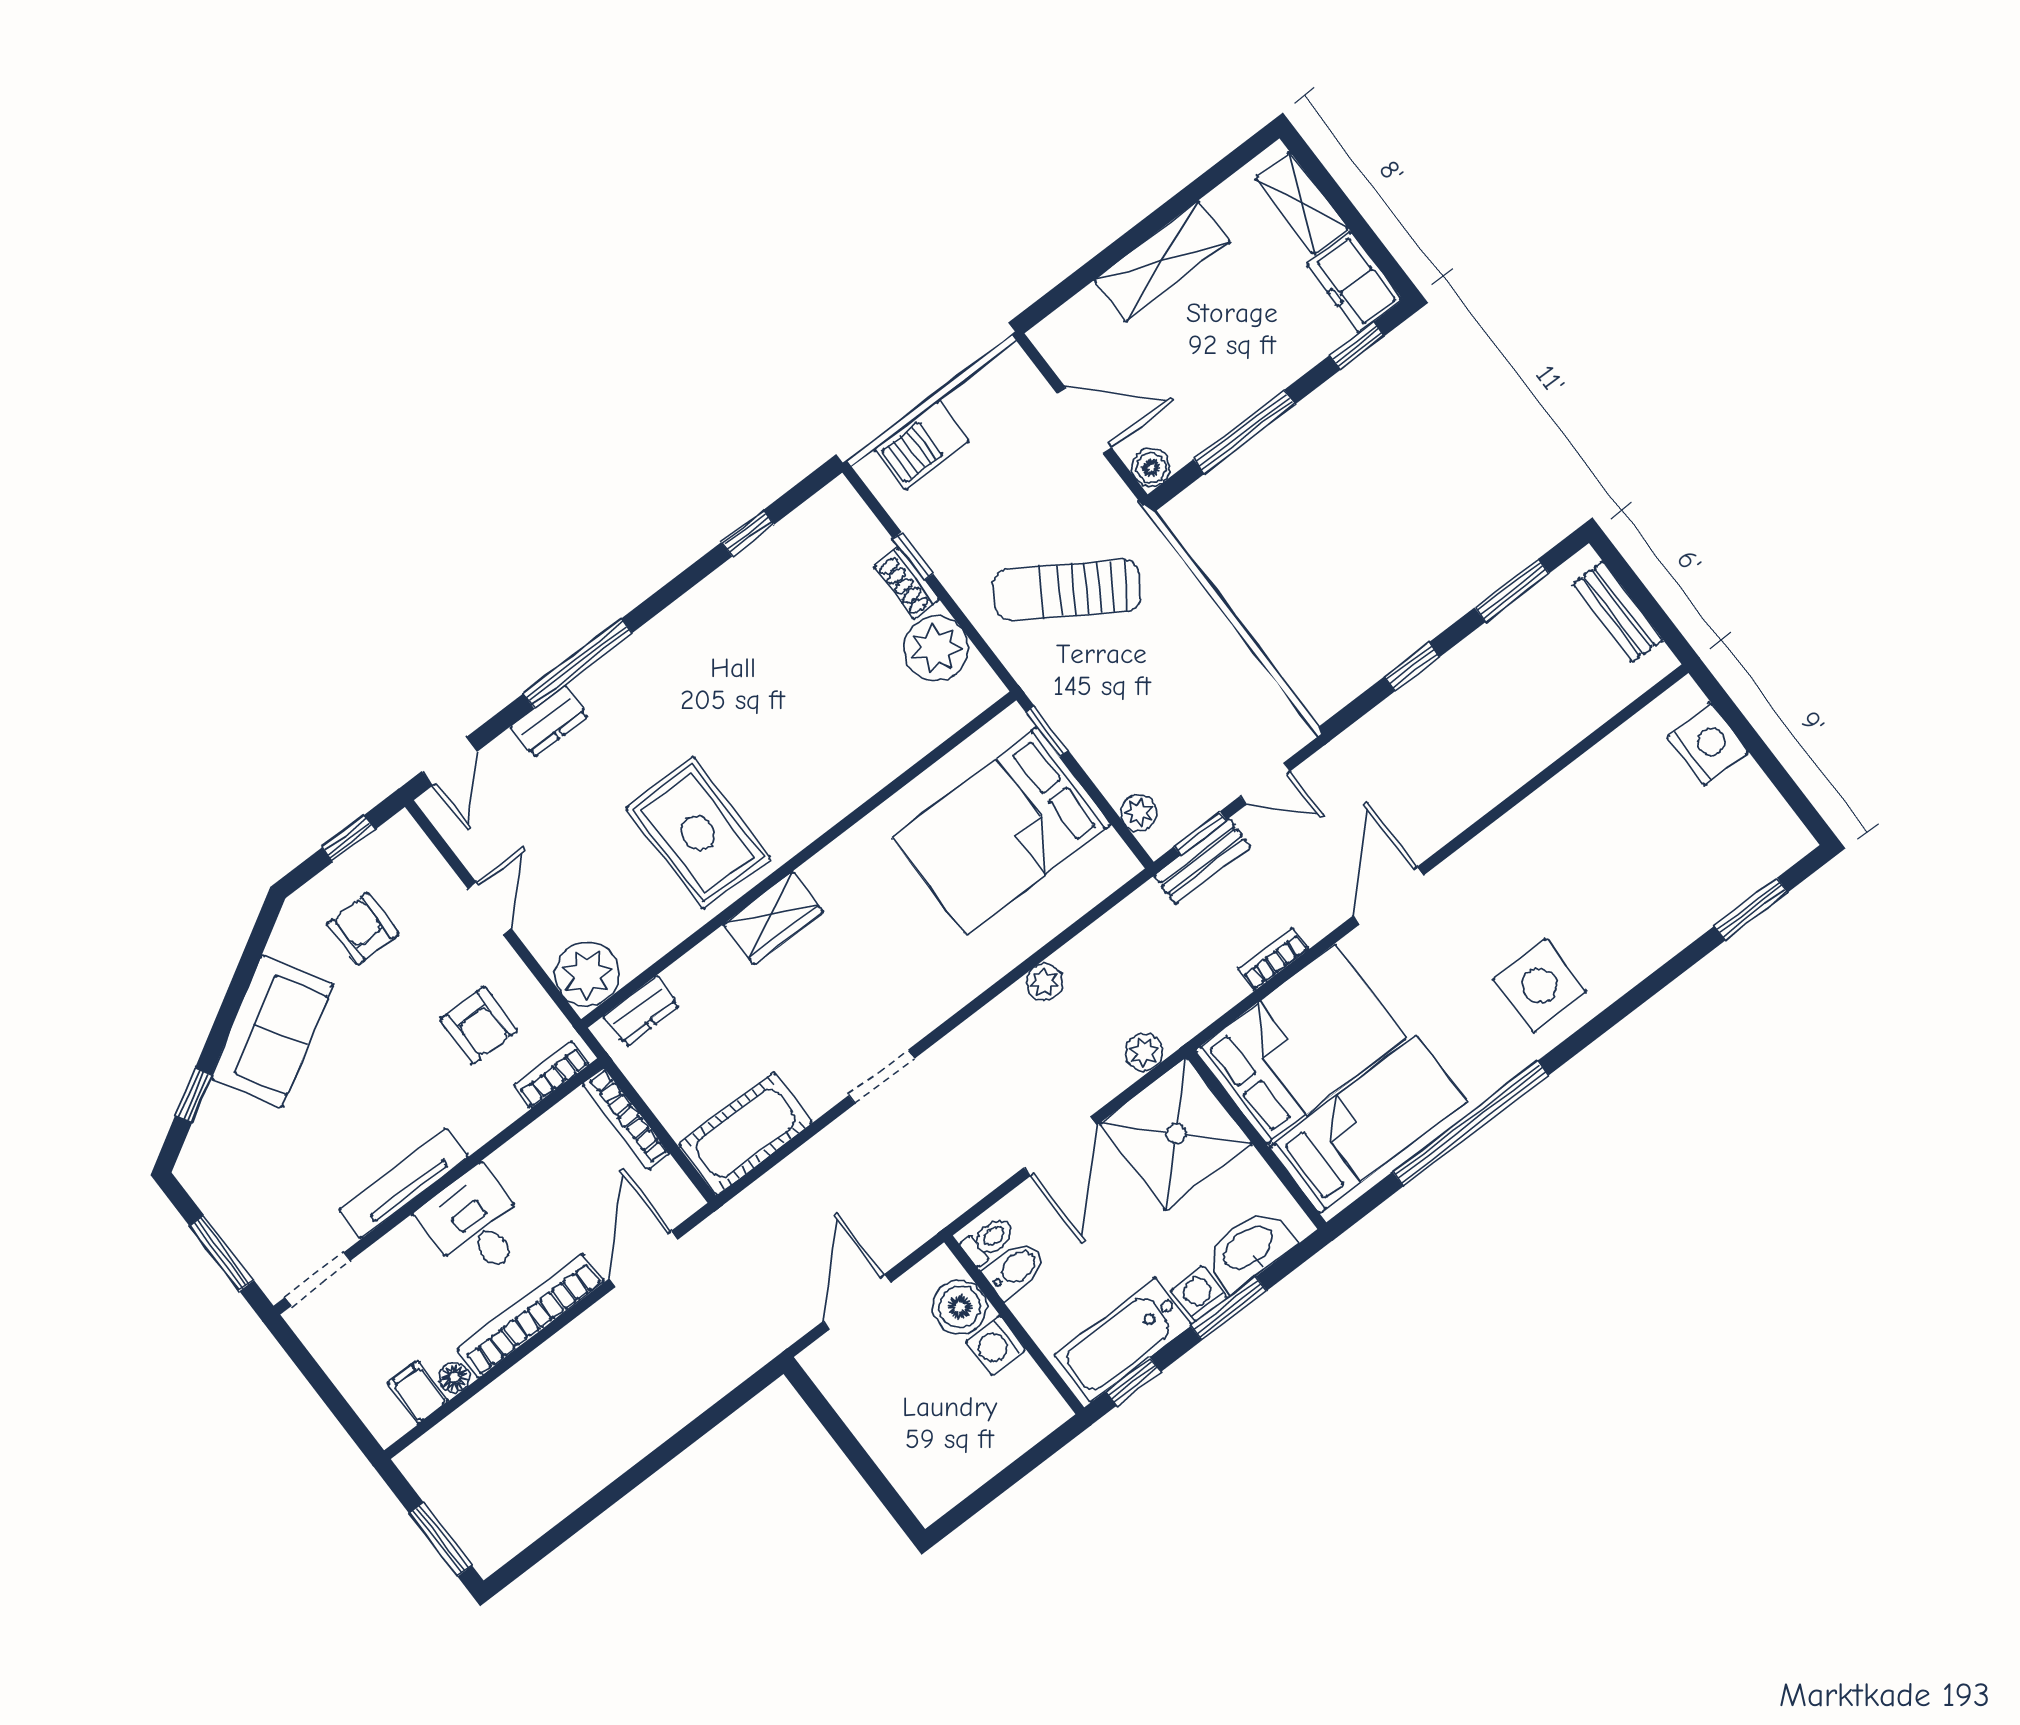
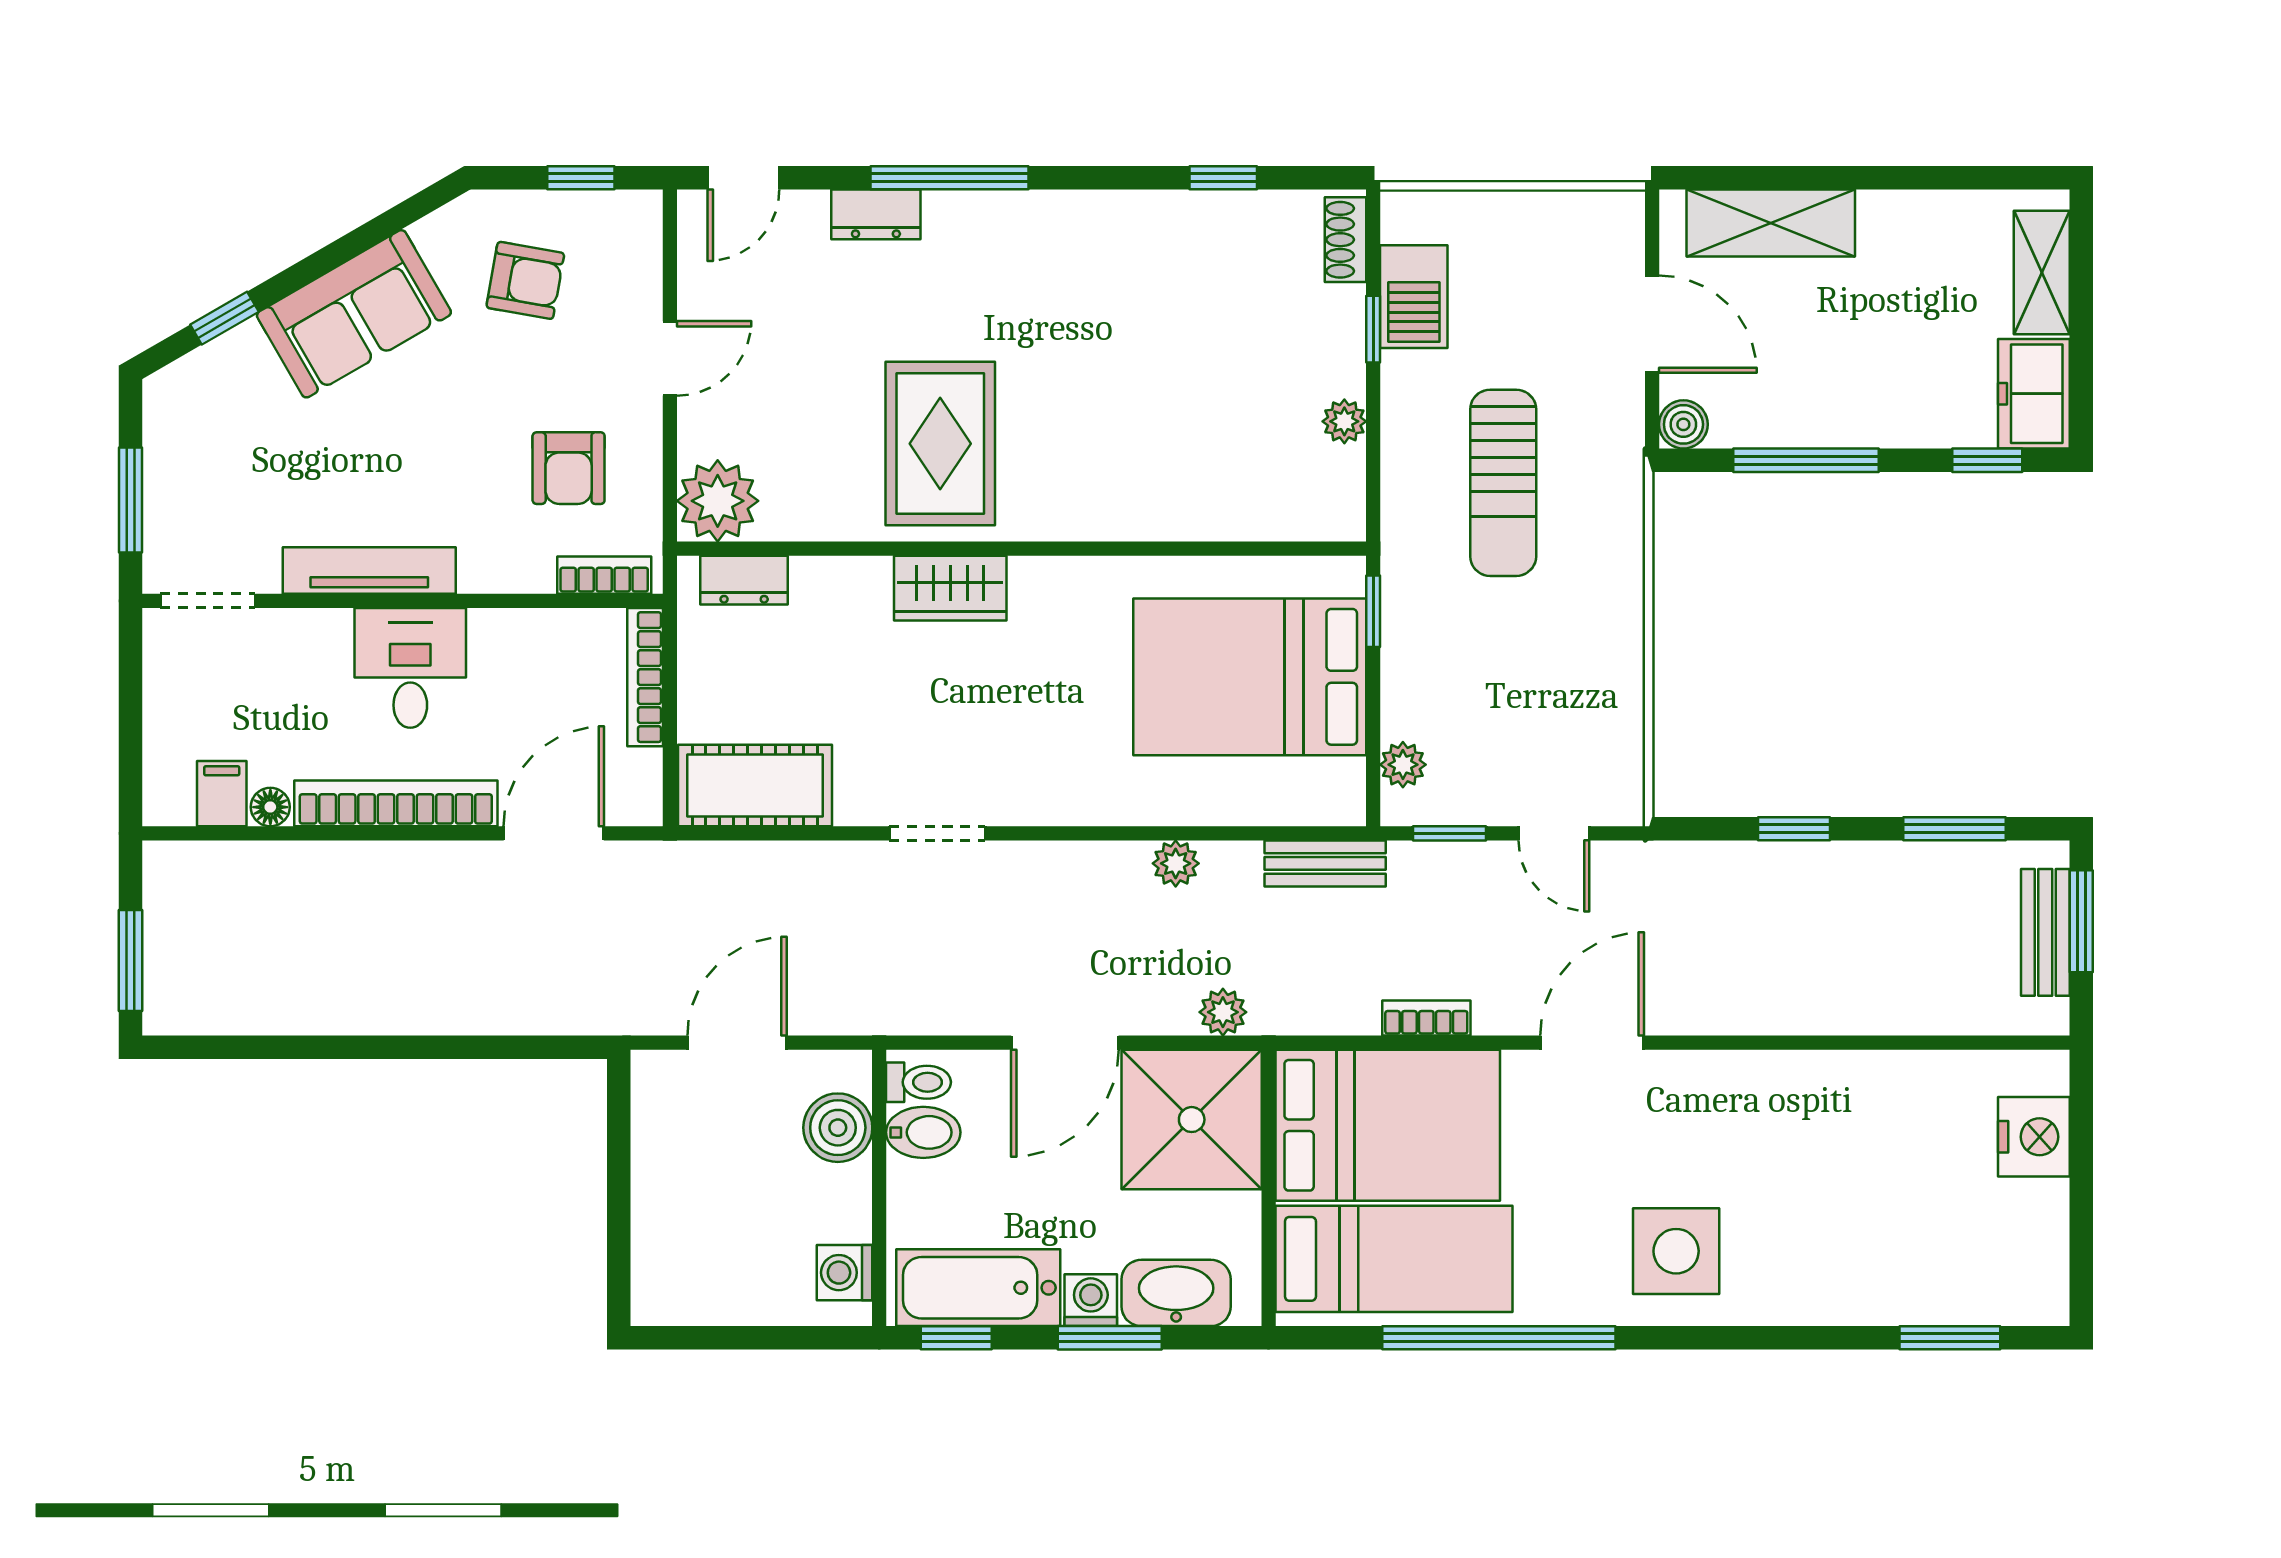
shelving: (1162, 261) -> (1771, 223), moved
barbecue: (922, 445) -> (1414, 297), moved, turned -90
shoe rack: (907, 584) -> (1346, 240), moved
window: (1635, 588) -> (2081, 921), added
sun lounger: (1067, 590) -> (1503, 483), turned -123
plant: (936, 648) -> (1344, 421), width x0.53, depth x0.53
bench: (1202, 861) -> (1325, 863), moved
armchair: (363, 929) -> (525, 280), turned 100
washing machine: (996, 1345) -> (844, 1273), moved

